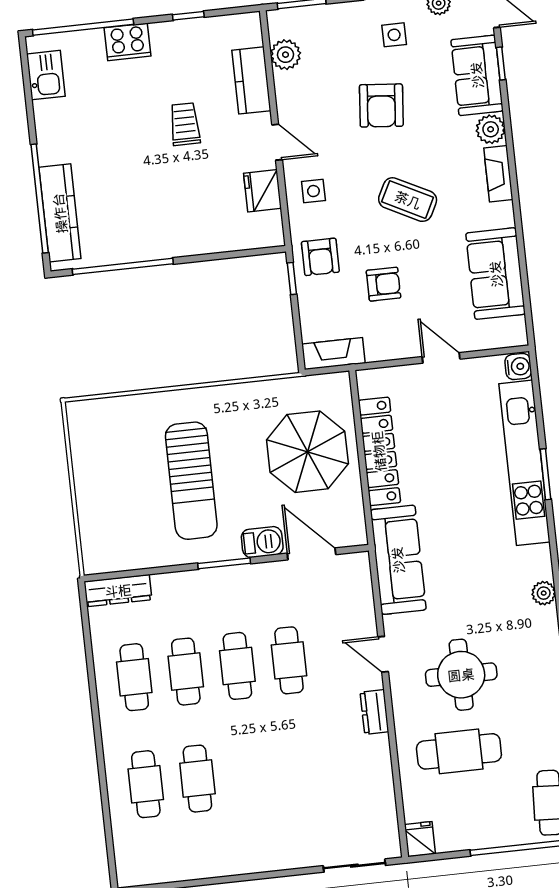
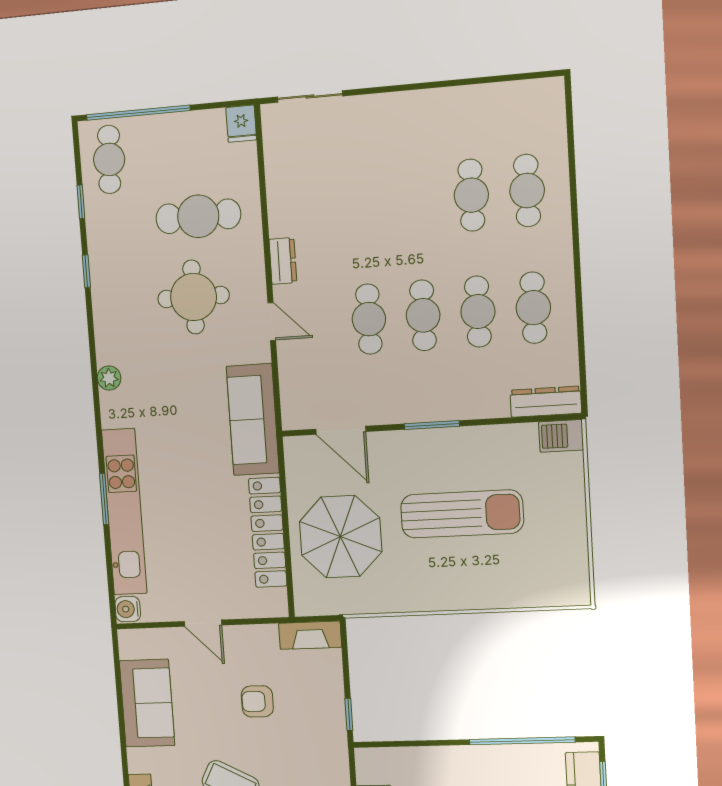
armchair: (320, 257) -> (319, 734), removed
sun lounger: (191, 481) -> (462, 514), turned 90
barbecue: (262, 542) -> (561, 436), moved

